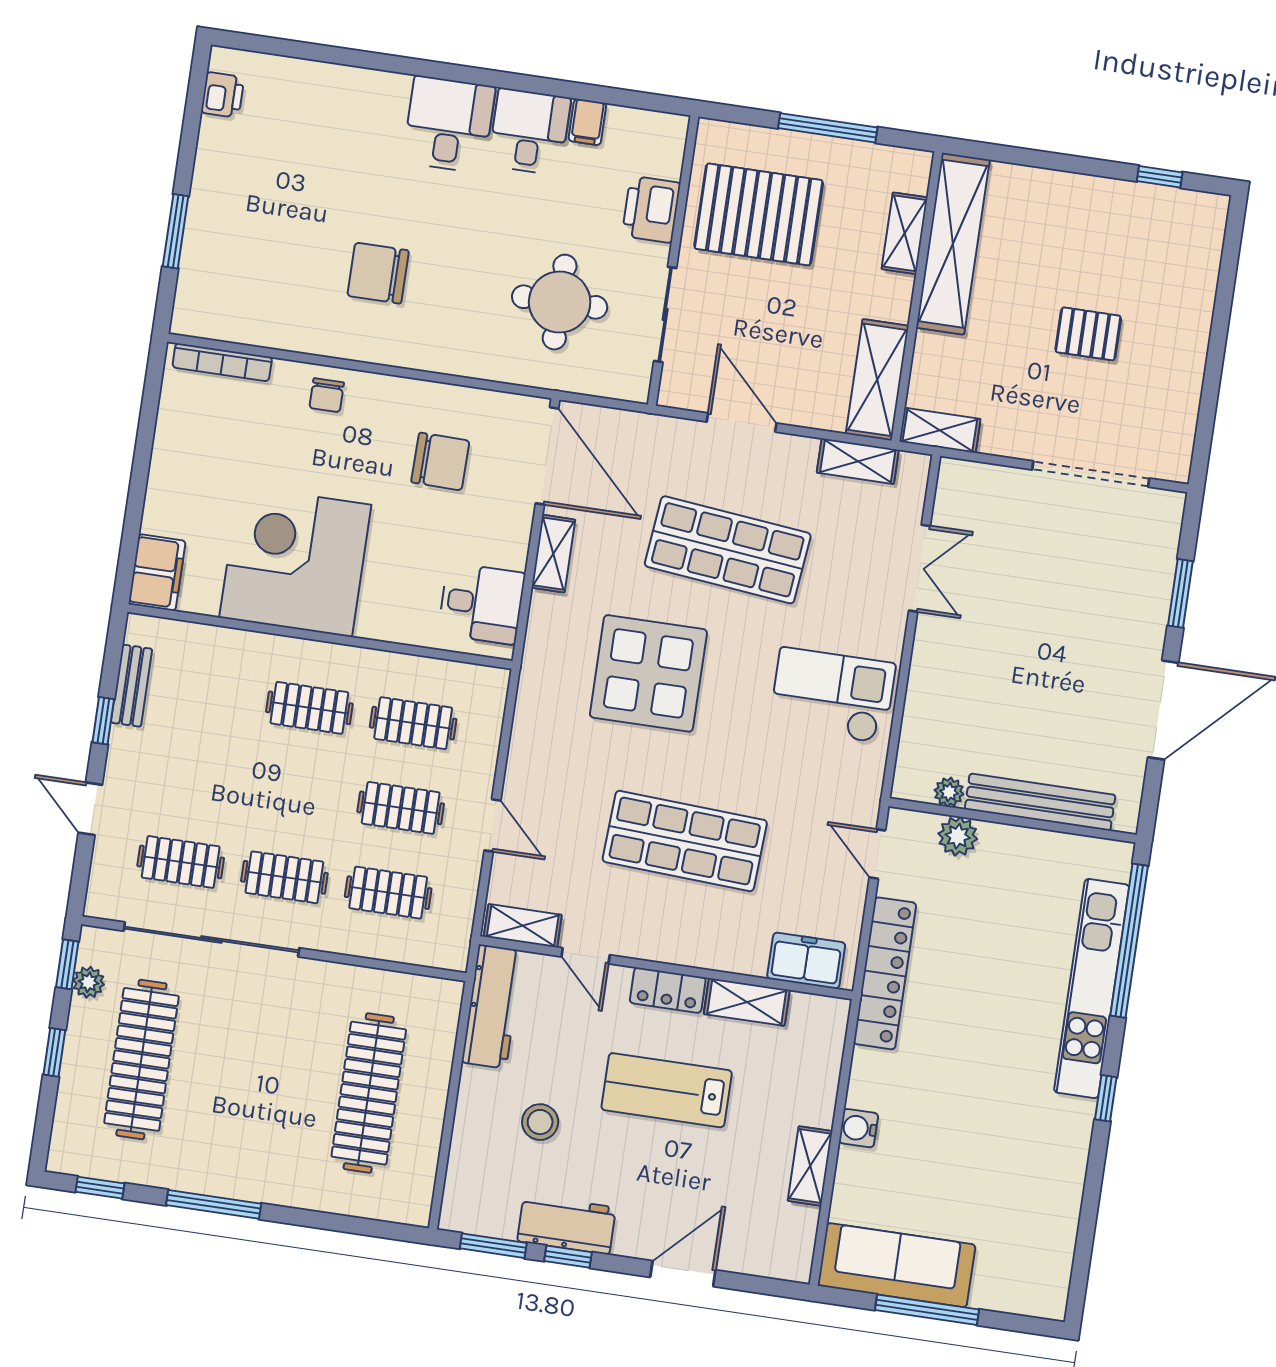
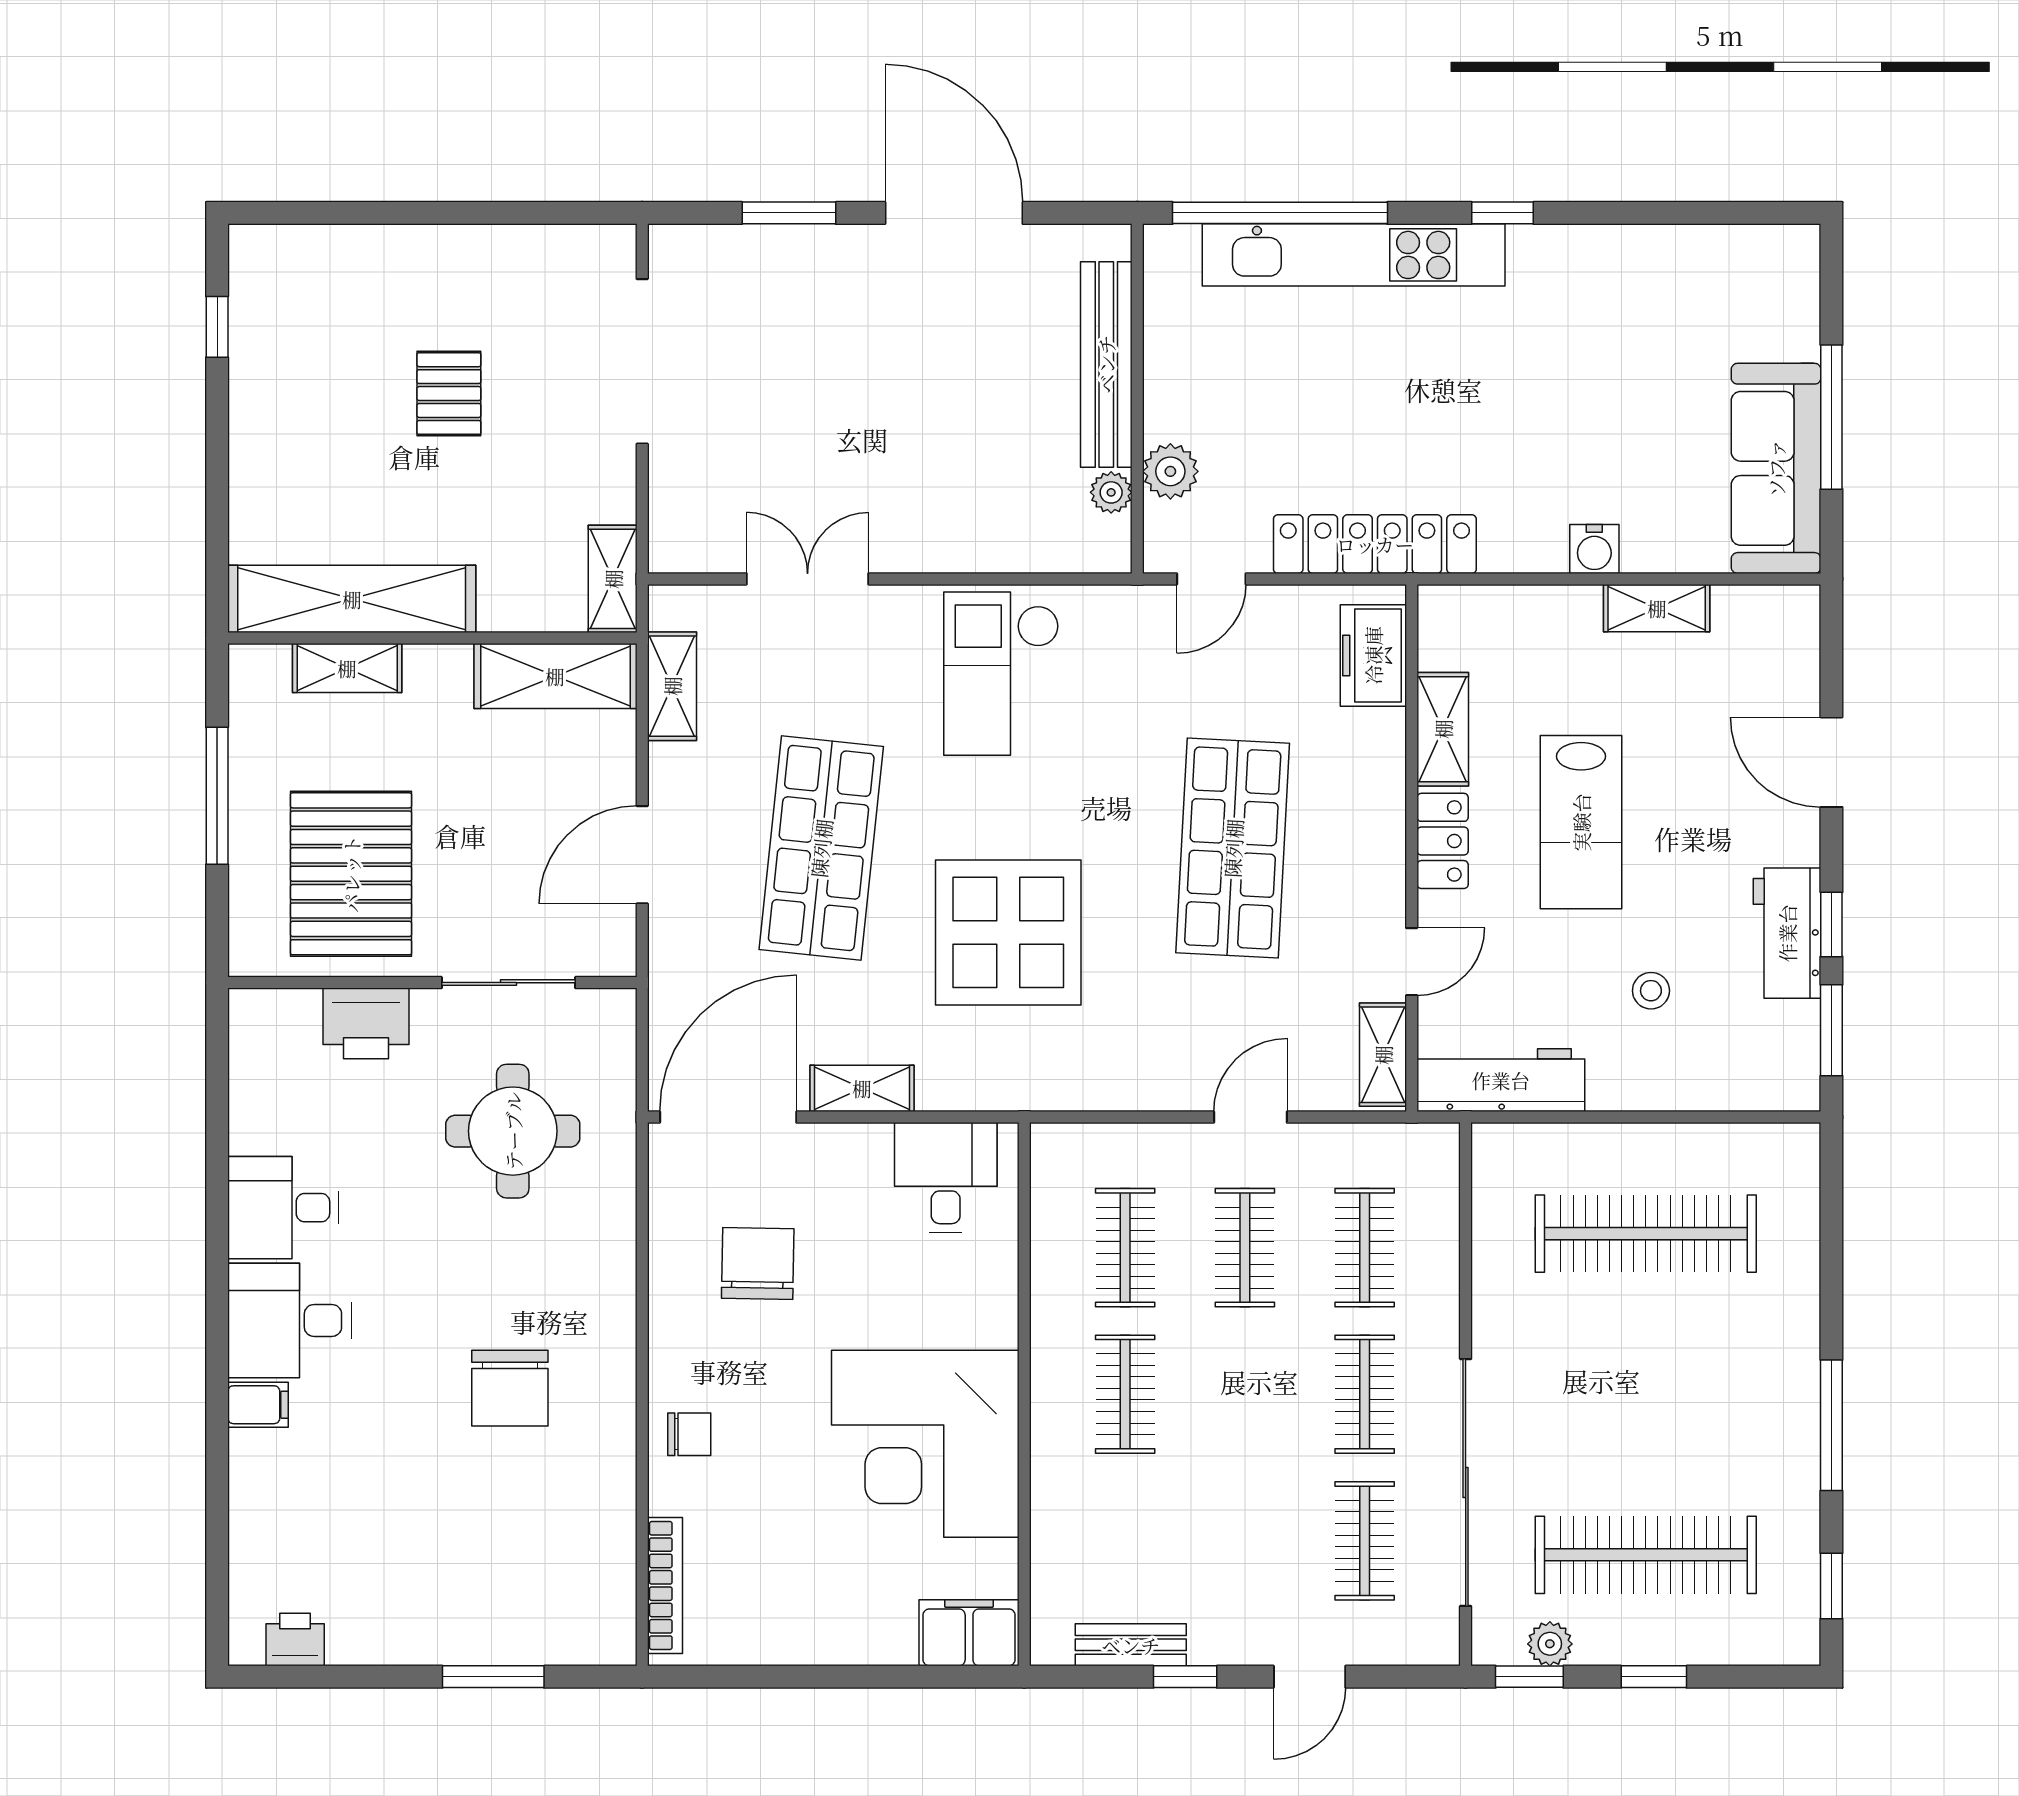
filing cabinet: (587, 122) -> (258, 1405), moved
stool: (540, 1122) -> (1651, 991), width x0.73, depth x0.73

